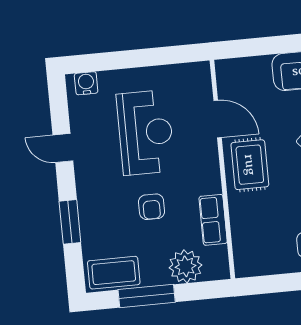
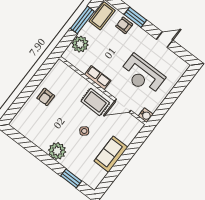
water cooler: (86, 83) -> (146, 115), moved
armchair: (152, 207) -> (124, 25), moved
row of seats: (213, 220) -> (98, 78), moved

